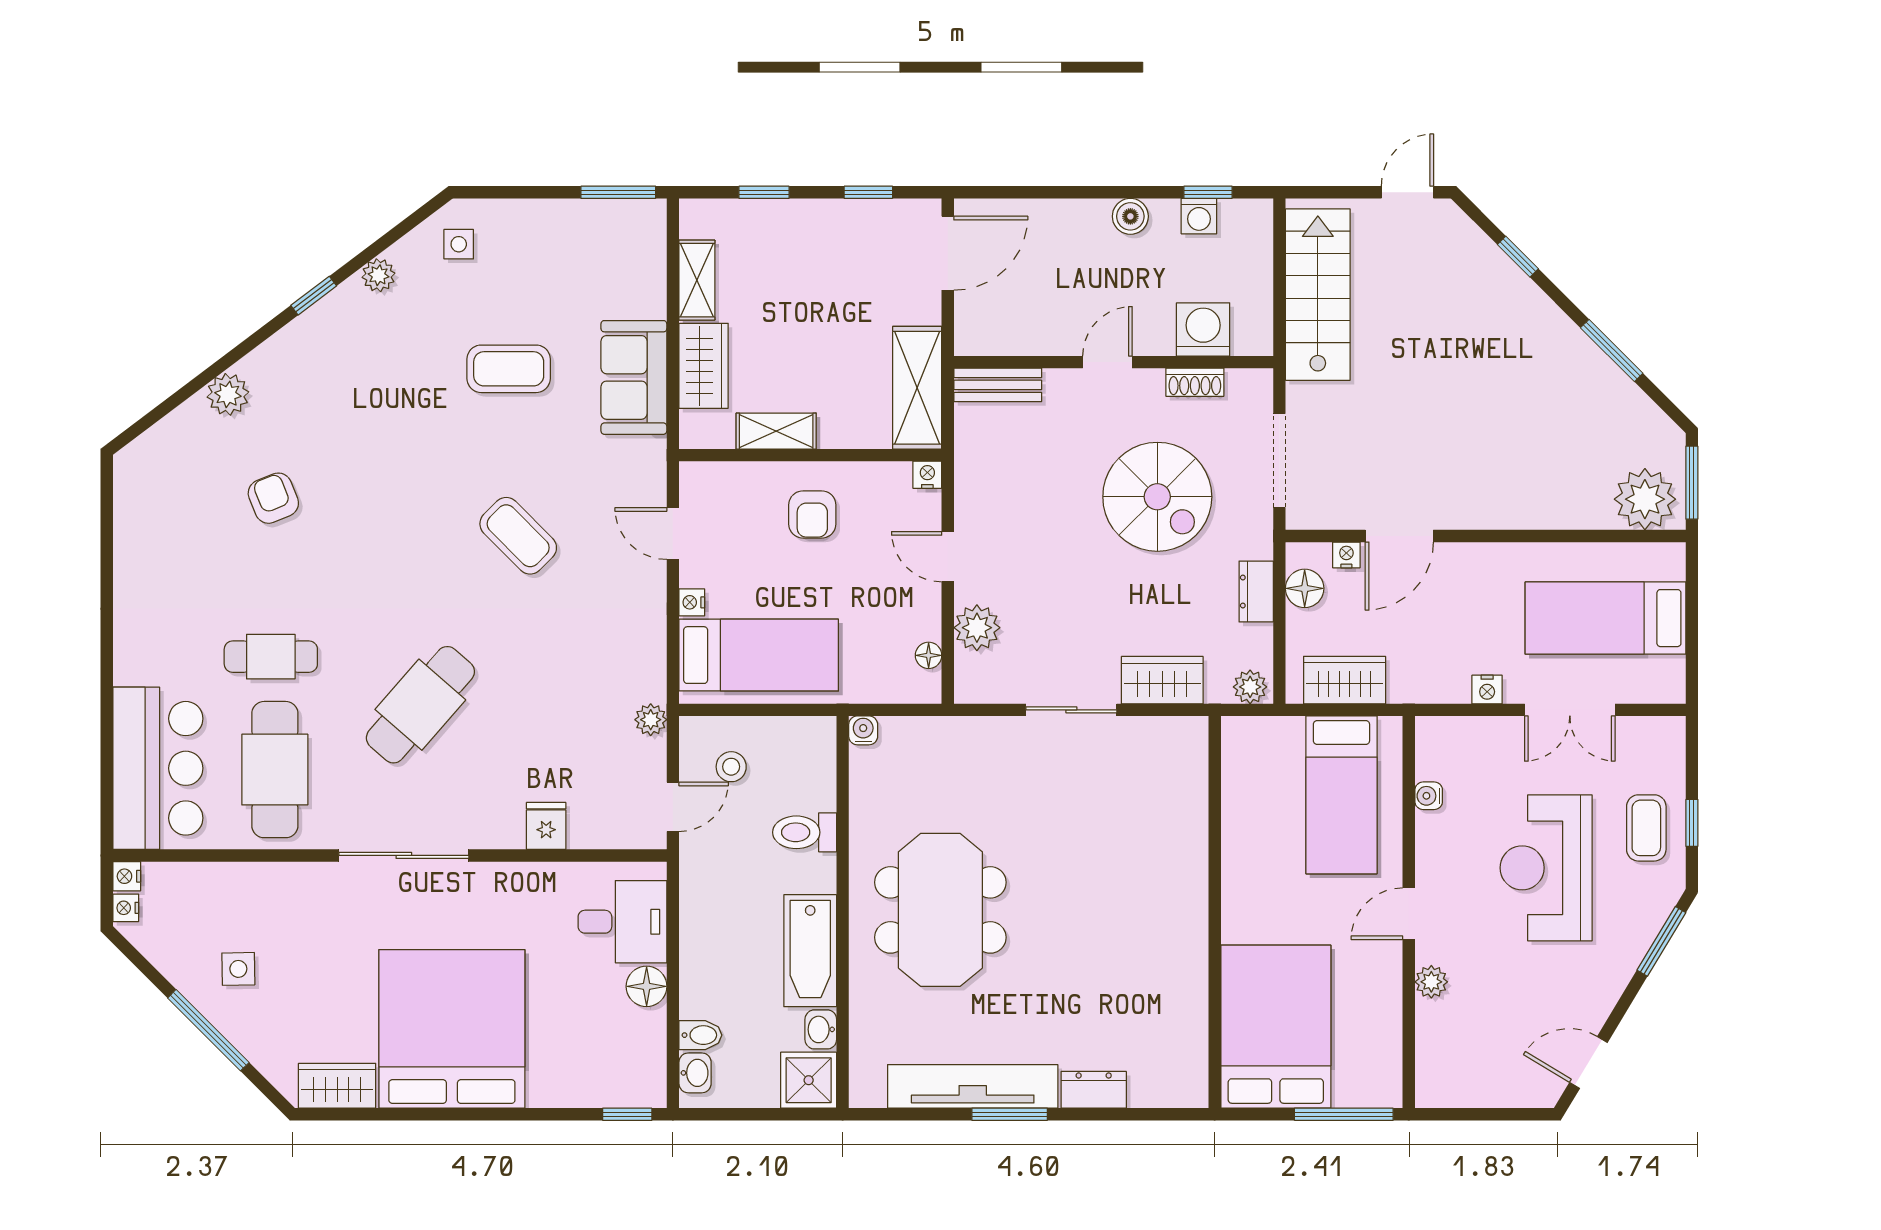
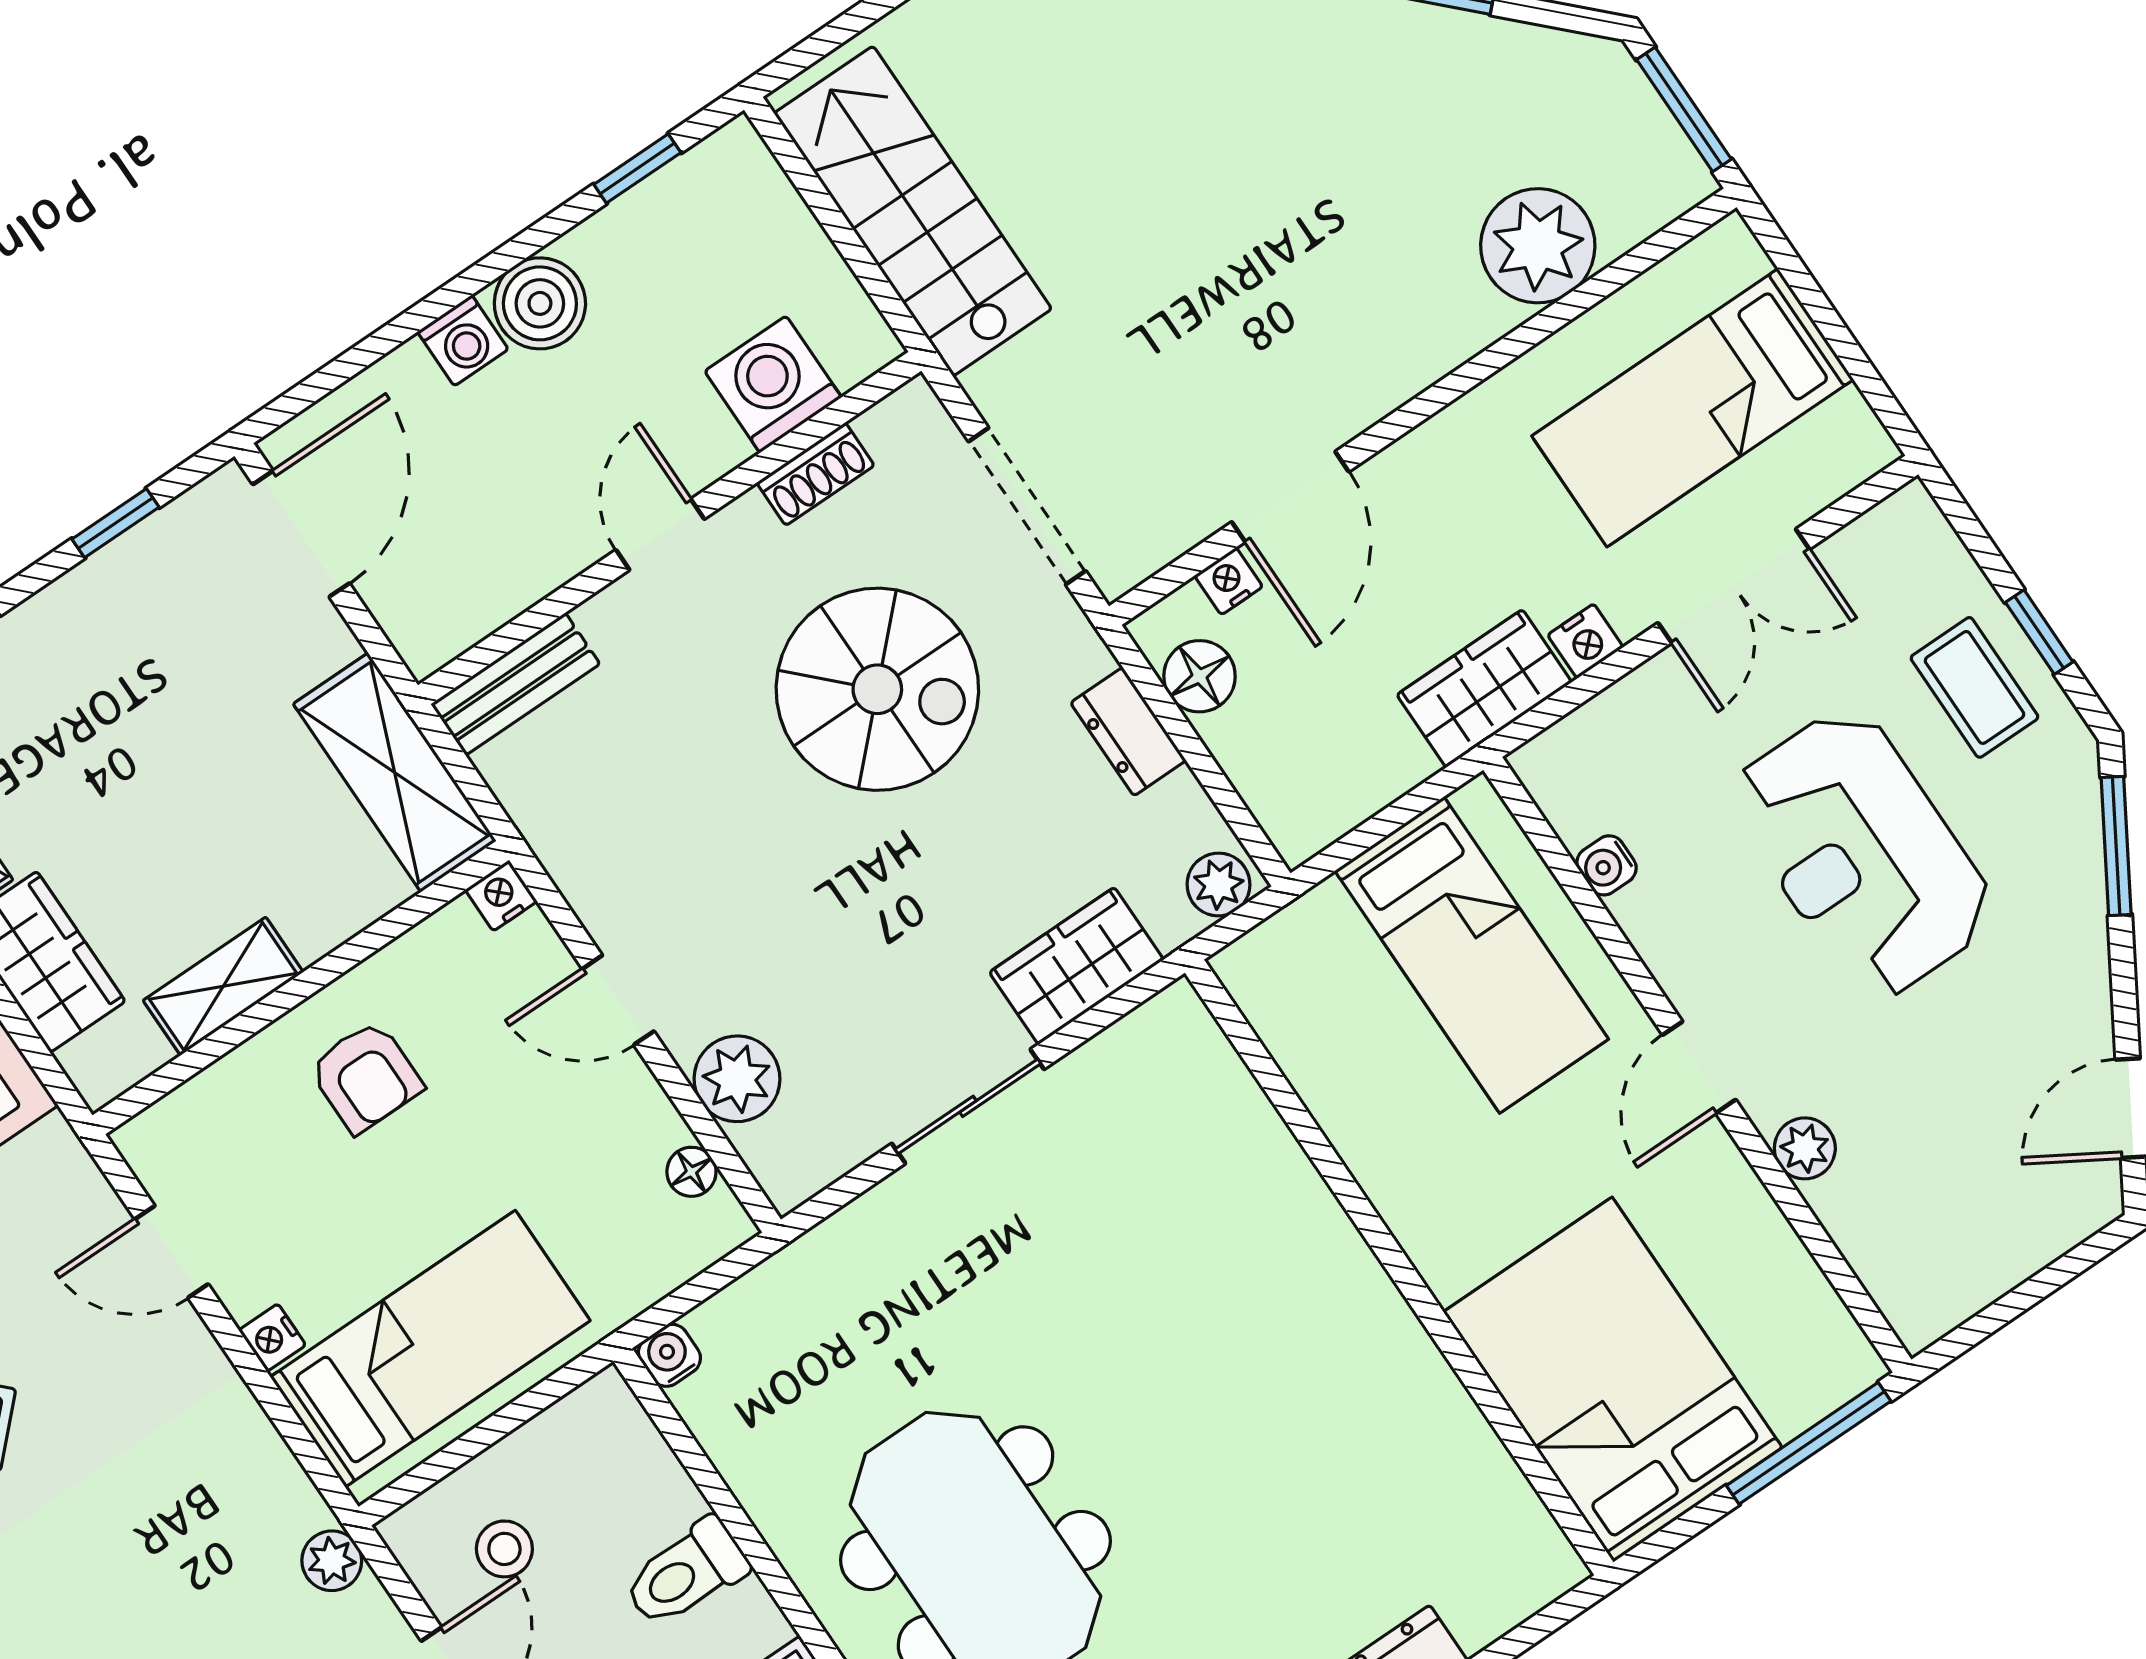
boiler: (1130, 216) -> (540, 303), width x1.36, depth x1.36
washing machine: (1199, 216) -> (463, 341), moved
plant: (1645, 499) -> (1538, 246), moved
wardrobe: (1345, 680) -> (1484, 688), moved

